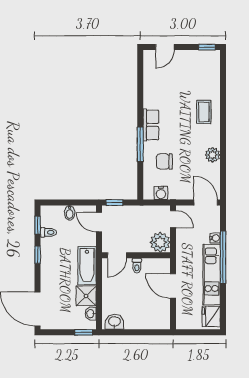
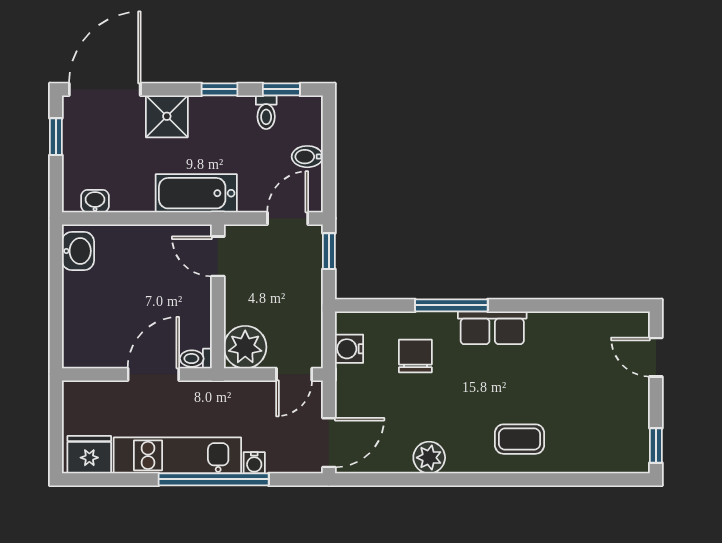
toilet: (137, 266) -> (196, 359), moved
shower: (86, 296) -> (167, 116), moved
window: (84, 332) -> (56, 137), moved

